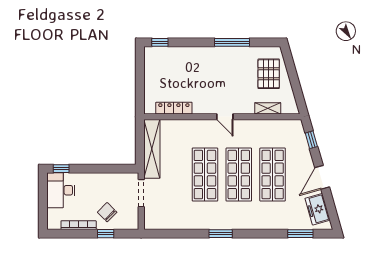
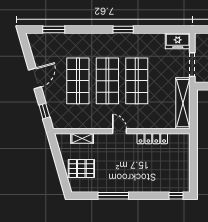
pallet: (269, 74) -> (81, 168), turned 90
locker: (174, 108) -> (152, 139), moved
freezer: (318, 209) -> (178, 41), moved, turned 106

